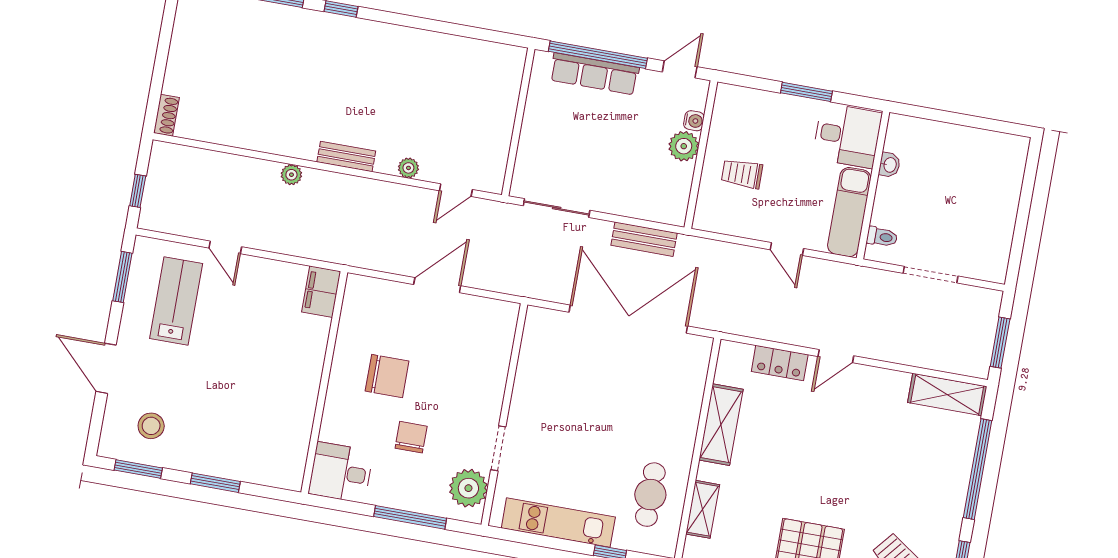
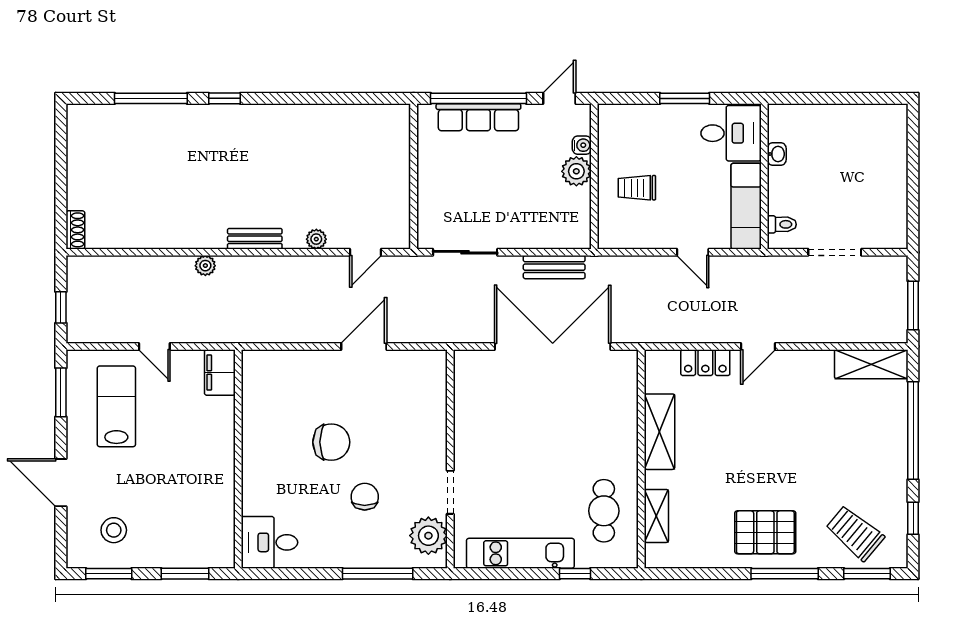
filing cabinet: (321, 292) -> (220, 373), moved
wall: (324, 382) -> (238, 459), moved
desk: (341, 472) -> (269, 542), moved

